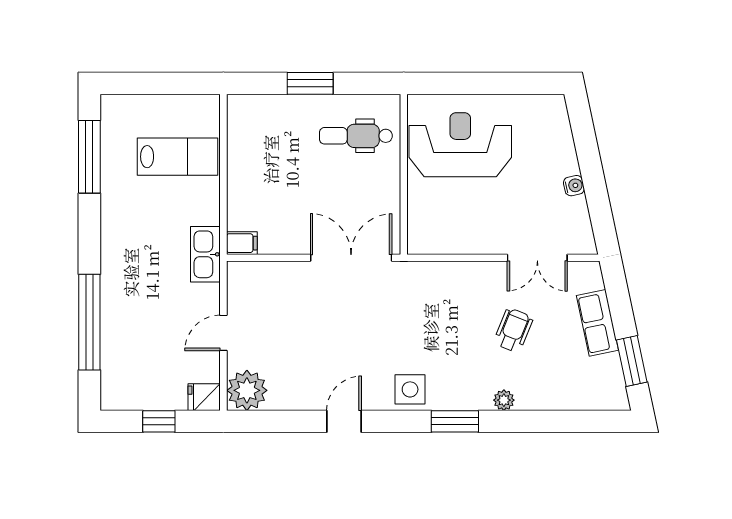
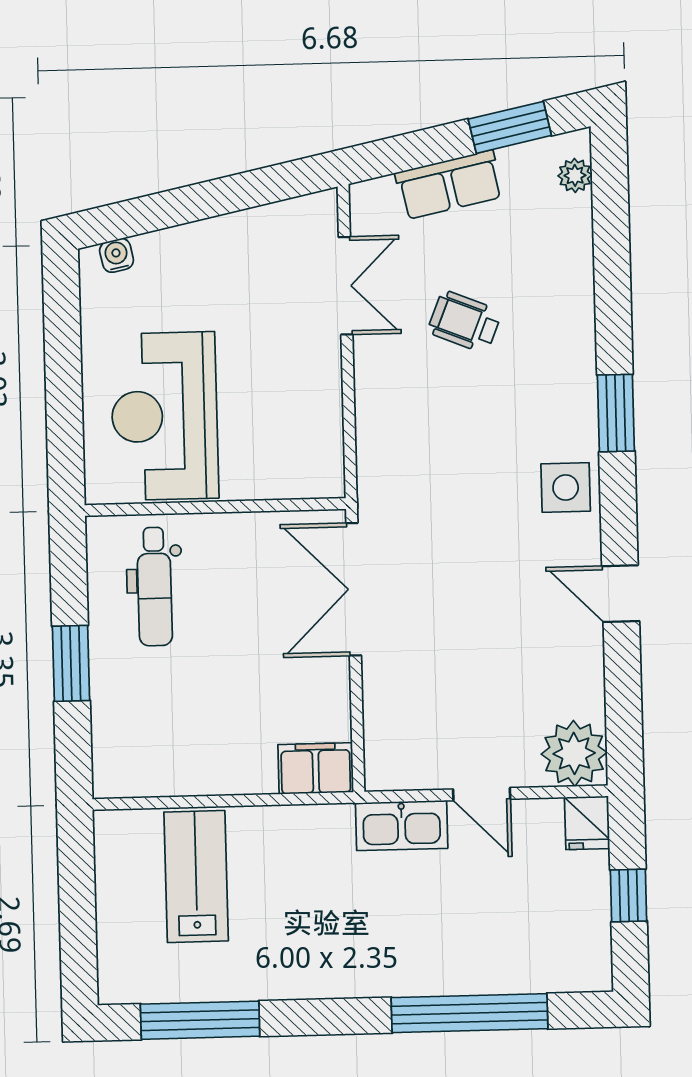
water cooler: (574, 186) -> (117, 255), moved
filing cabinet: (242, 243) -> (316, 768), width x2.00
kitchen sink: (205, 254) -> (402, 826), moved
plant: (504, 400) -> (575, 175), moved

